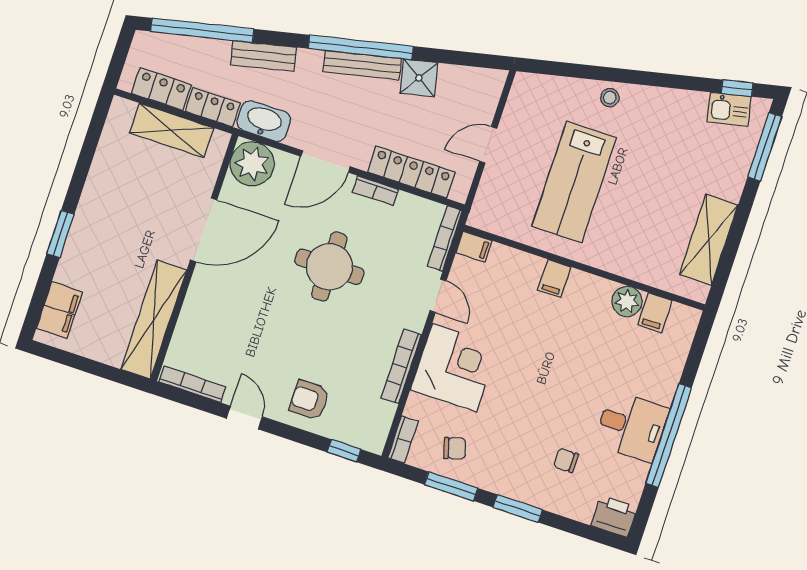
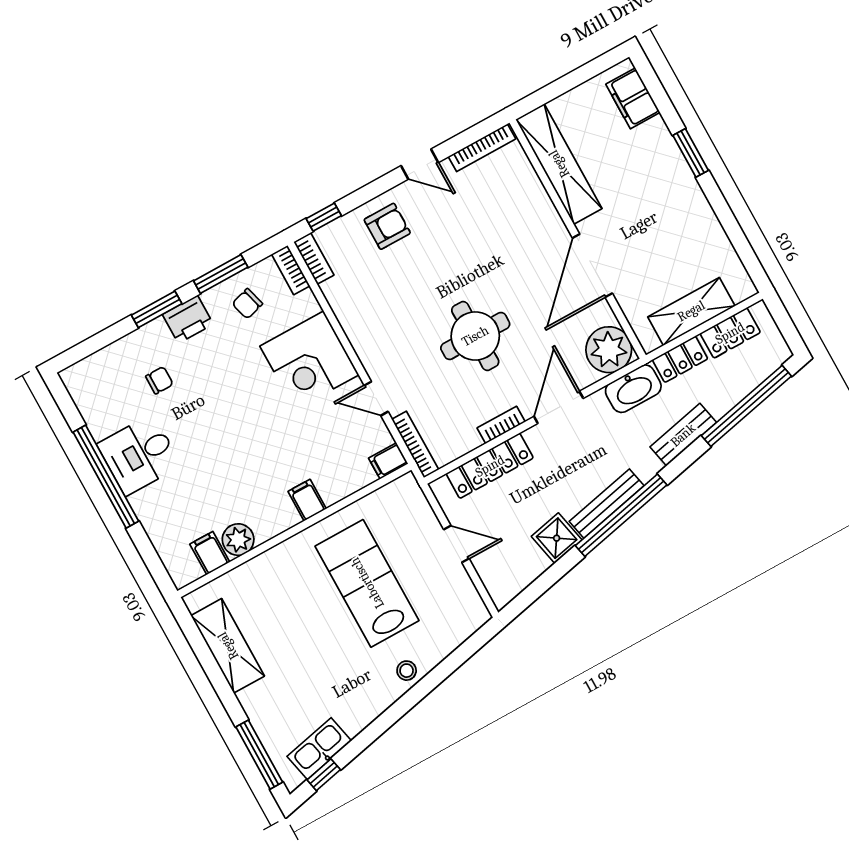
kitchen sink: (729, 109) -> (319, 749), width x1.38
door: (488, 145) -> (456, 544), hinge flipped
bookcase: (401, 366) -> (314, 258), moved, width x0.64
printer: (614, 516) -> (188, 319), moved

